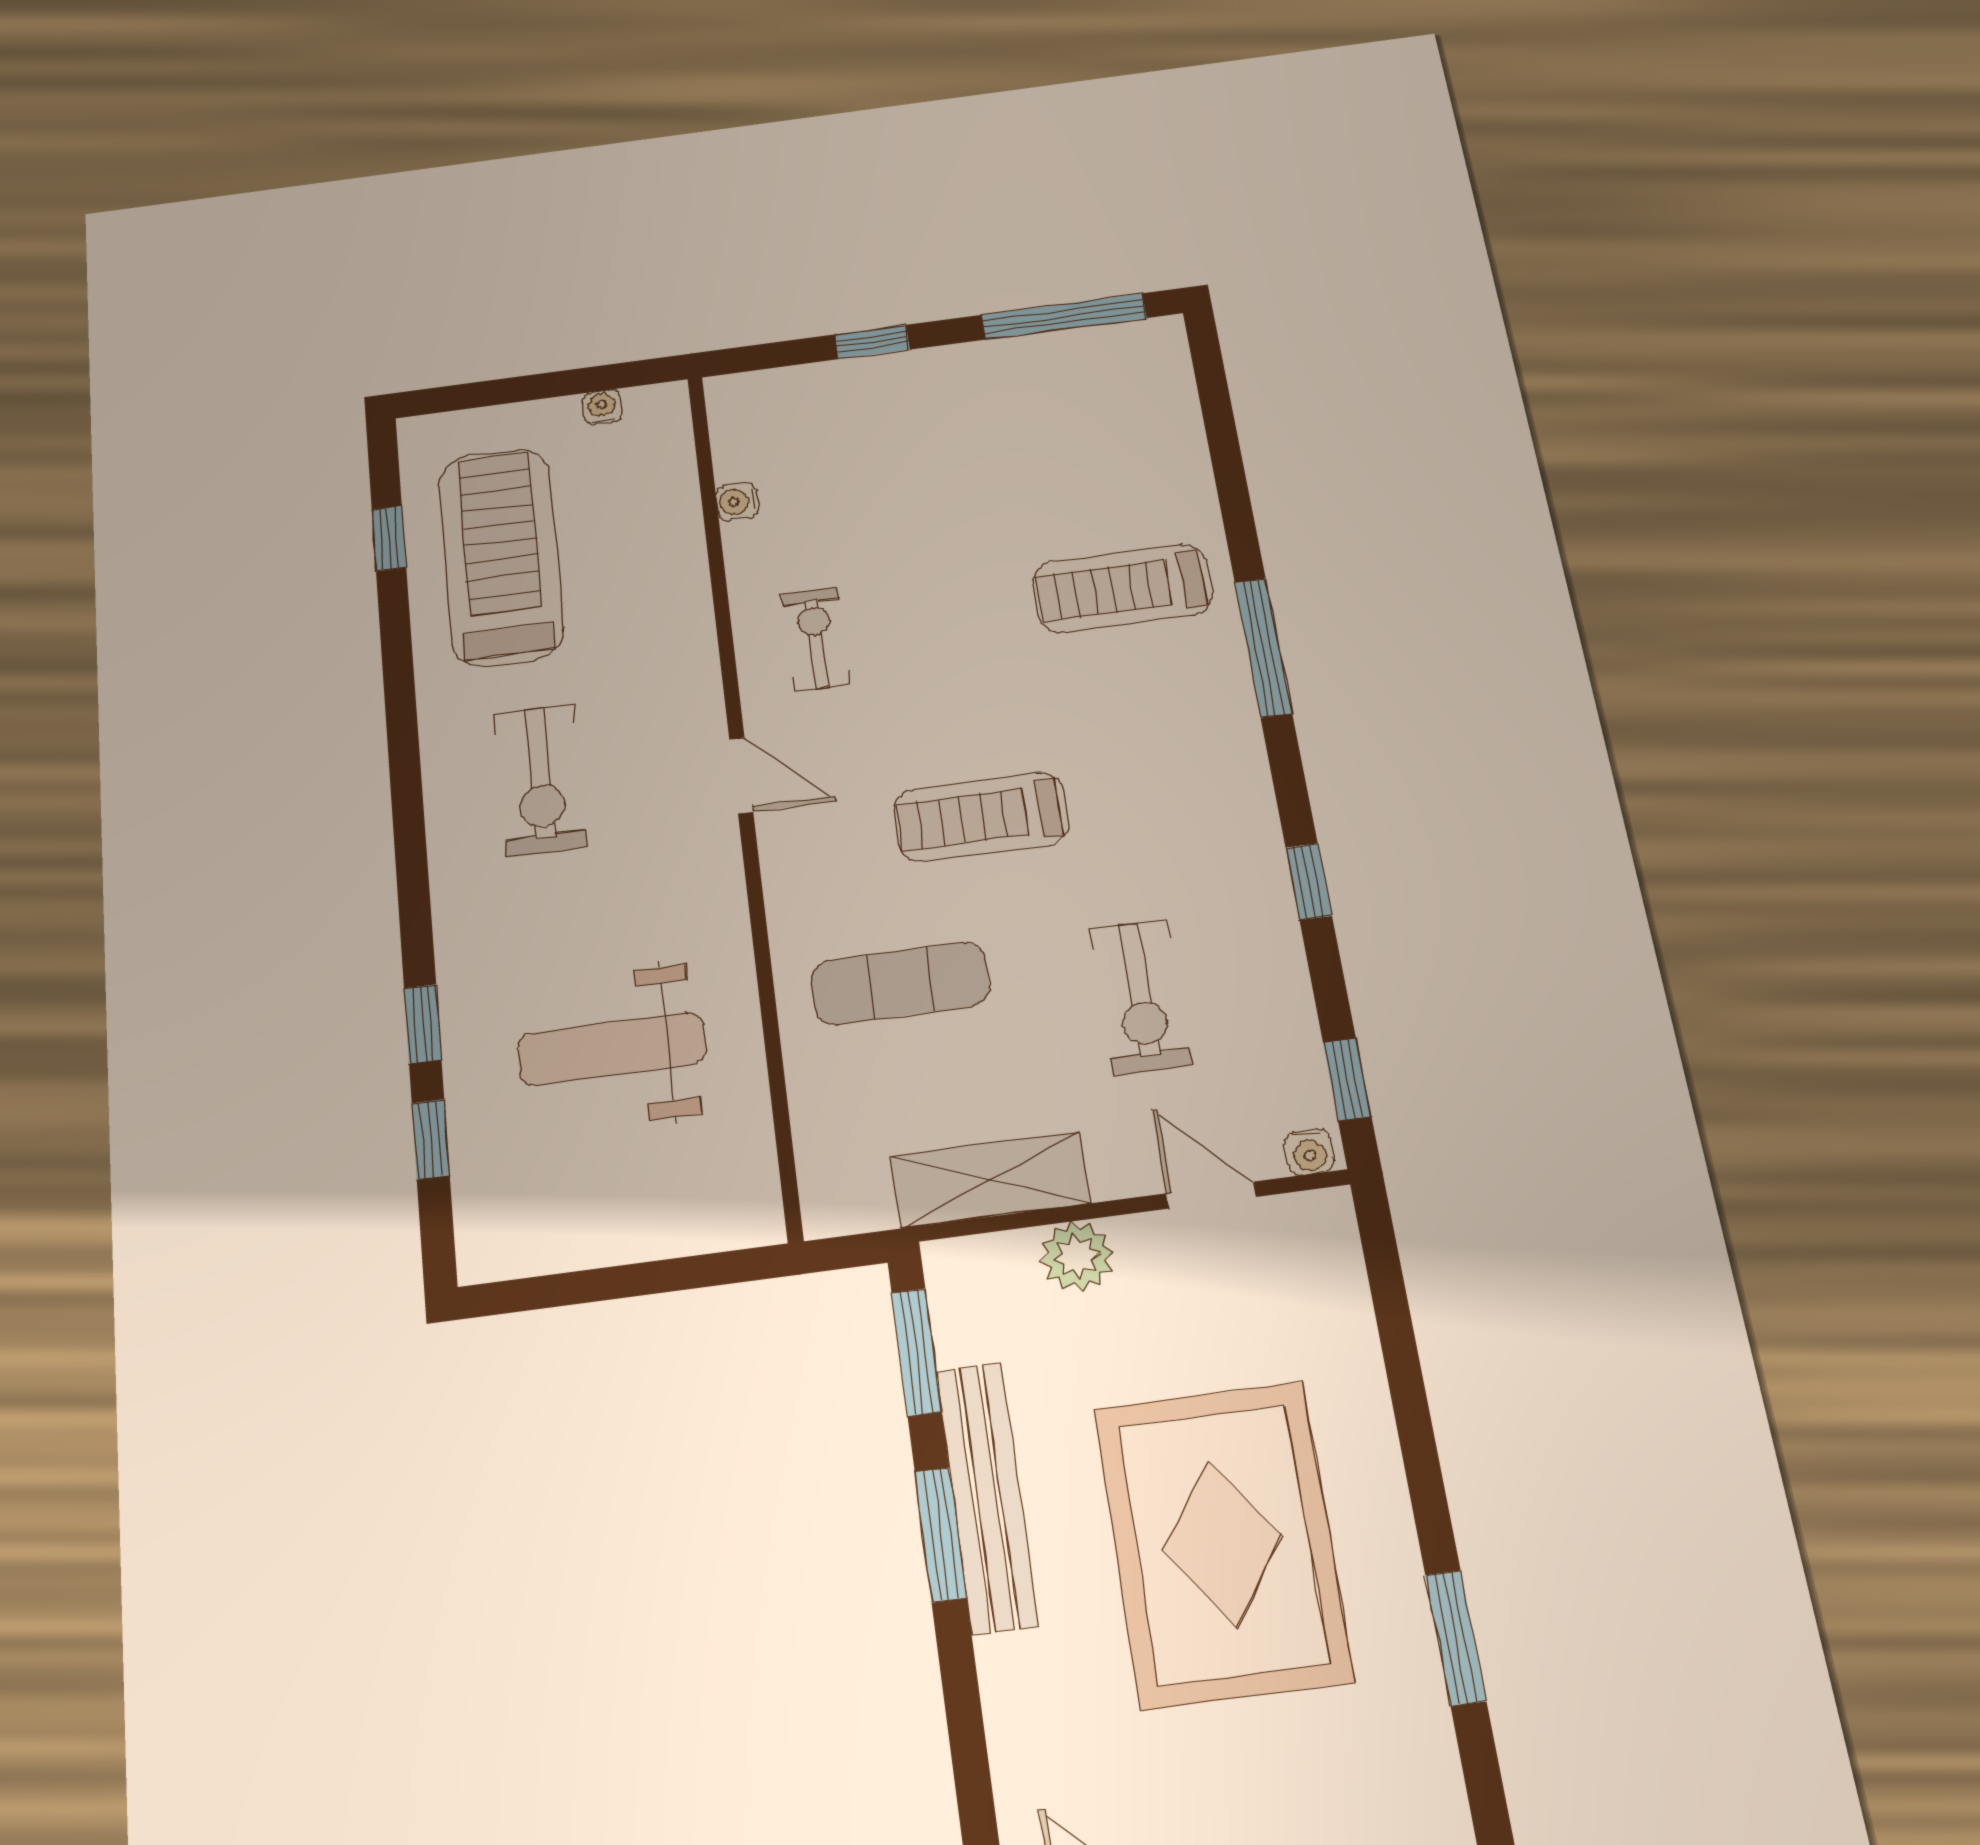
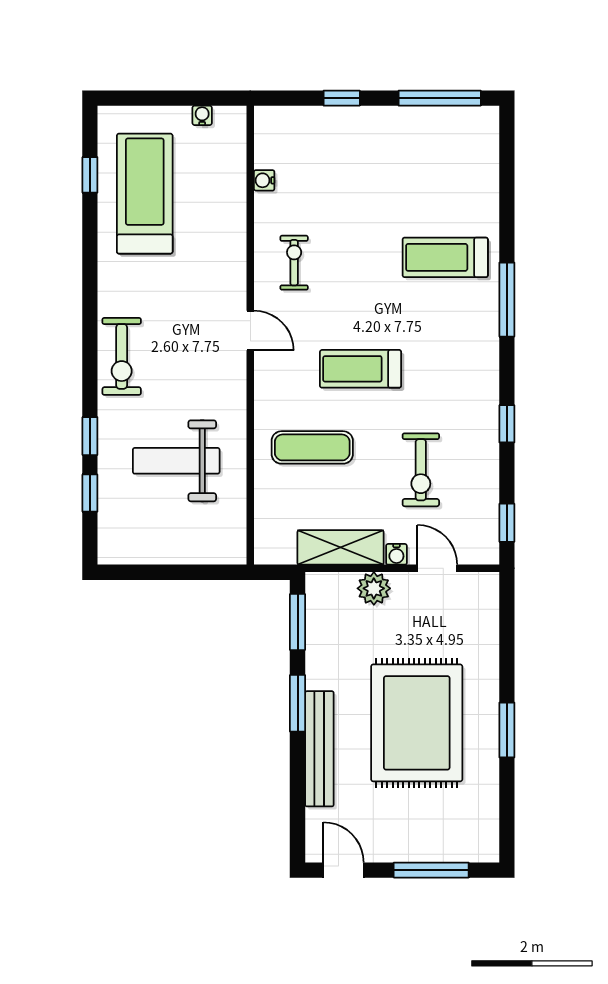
exercise bike: (540, 780) -> (122, 356), moved
water cooler: (1309, 1152) -> (396, 554), moved
bench: (987, 1497) -> (319, 749), moved
window: (1456, 1638) -> (507, 730), moved

